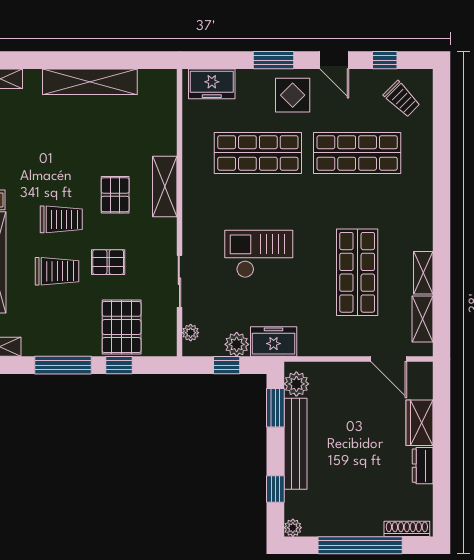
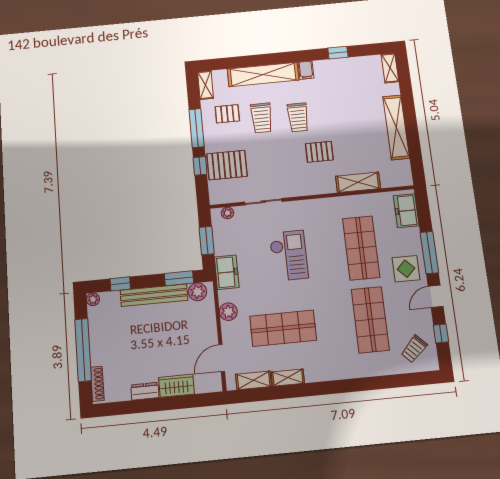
window: (273, 60) -> (429, 253), width x1.44
shelving: (165, 187) -> (358, 182), moved
pallet: (108, 262) -> (227, 114), moved, turned 90
plant: (237, 344) -> (228, 312), moved
window: (227, 365) -> (207, 241), width x1.50

